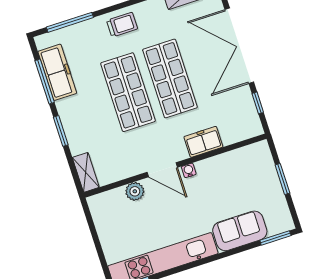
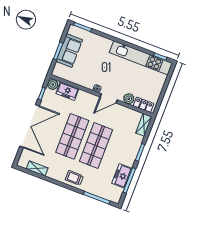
freezer: (57, 72) -> (122, 176), width x0.71
plant: (253, 128) -> (53, 84), added
freezer: (203, 142) -> (67, 91), moved
door: (162, 170) -> (109, 98), swing flipped
locker: (108, 199) -> (143, 105), added
sofa: (240, 231) -> (69, 51), moved, turned -90

